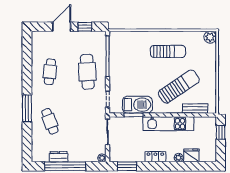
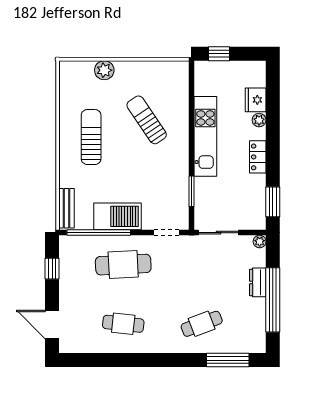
door: (62, 27) -> (52, 325), moved
plant: (210, 37) -> (104, 70), moved
sun lounger: (179, 87) -> (147, 120), width x0.73, depth x0.75
barbecue: (137, 105) -> (118, 216), moved, turned 90
window: (27, 108) -> (228, 360), moved
bench: (195, 108) -> (66, 208), moved
dresser: (59, 157) -> (258, 282), moved

